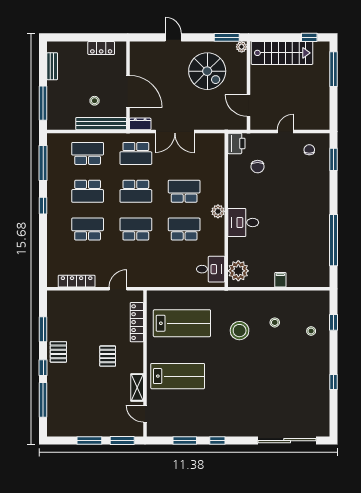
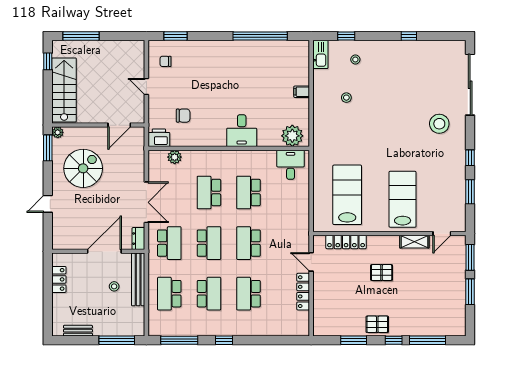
plant: (218, 211) -> (175, 157), moved
locker: (77, 281) -> (303, 292), moved
kitchen sink: (316, 298) -> (320, 54), added
stool: (240, 331) -> (439, 124), moved

